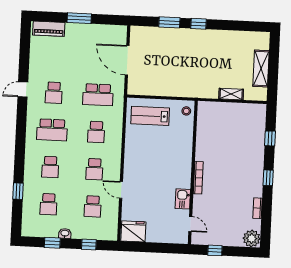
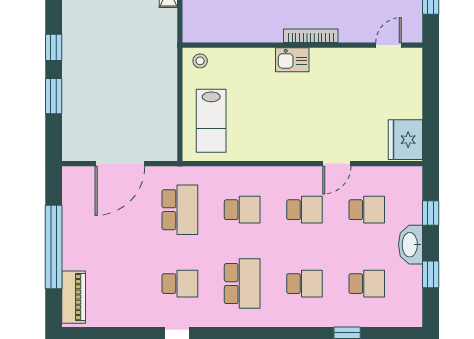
window: (79, 18) -> (54, 247), width x2.11
kitchen sink: (183, 199) -> (292, 60), moved
washbasin: (65, 233) -> (410, 245), width x1.91, depth x1.45

